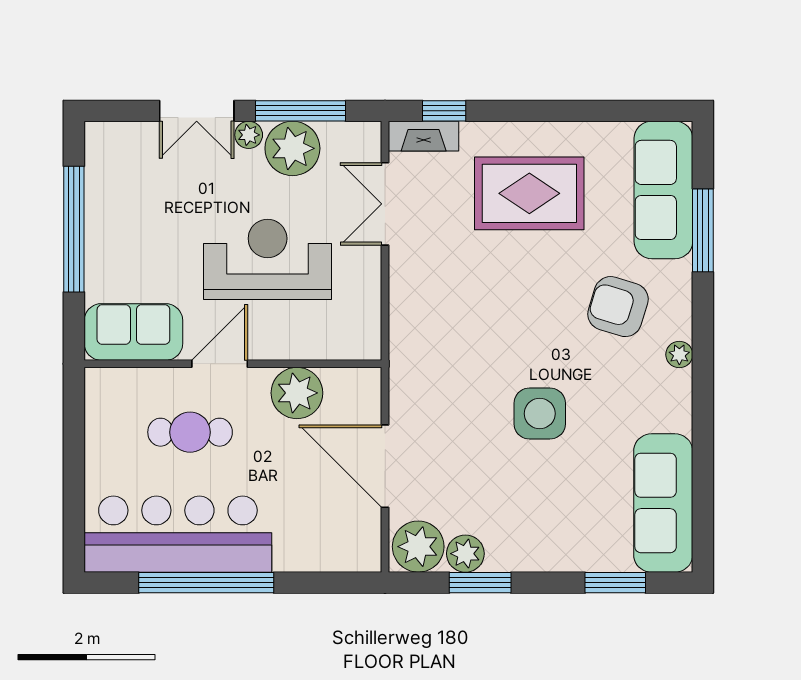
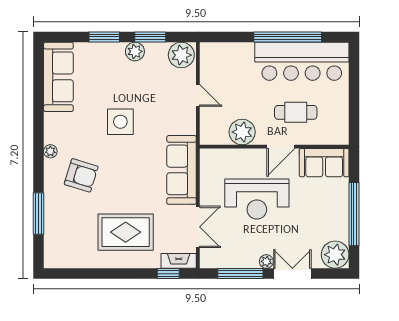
plant: (292, 148) -> (335, 255), moved
sofa: (663, 190) -> (182, 170), moved, turned 180
door: (385, 466) -> (198, 95), width x0.53
plant: (465, 554) -> (135, 51), moved
window: (615, 583) -> (104, 37), moved

